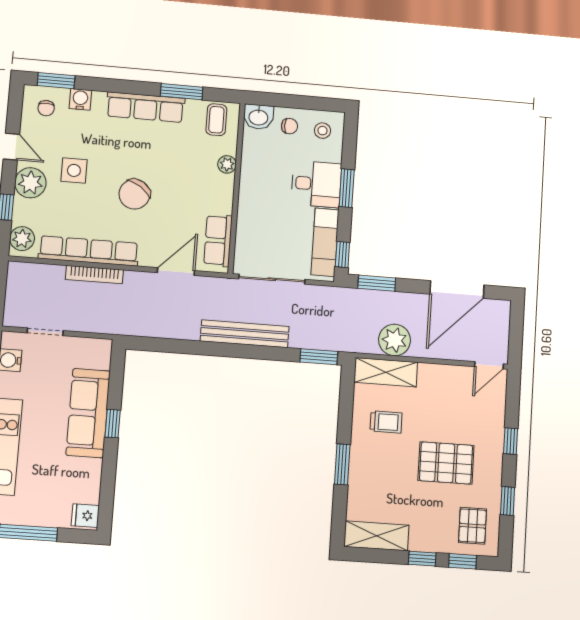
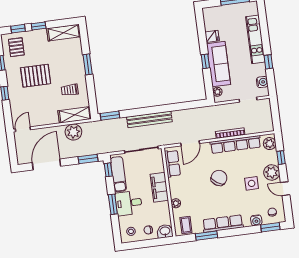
filing cabinet: (252, 201) -> (159, 187), added
plant: (102, 359) -> (217, 92), added
fridge: (85, 516) -> (212, 36), moved

